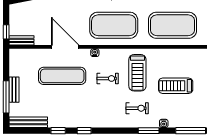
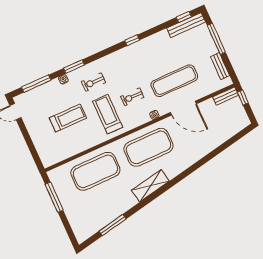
bench: (14, 90) -> (220, 66), moved
window: (58, 131) -> (184, 17), moved

